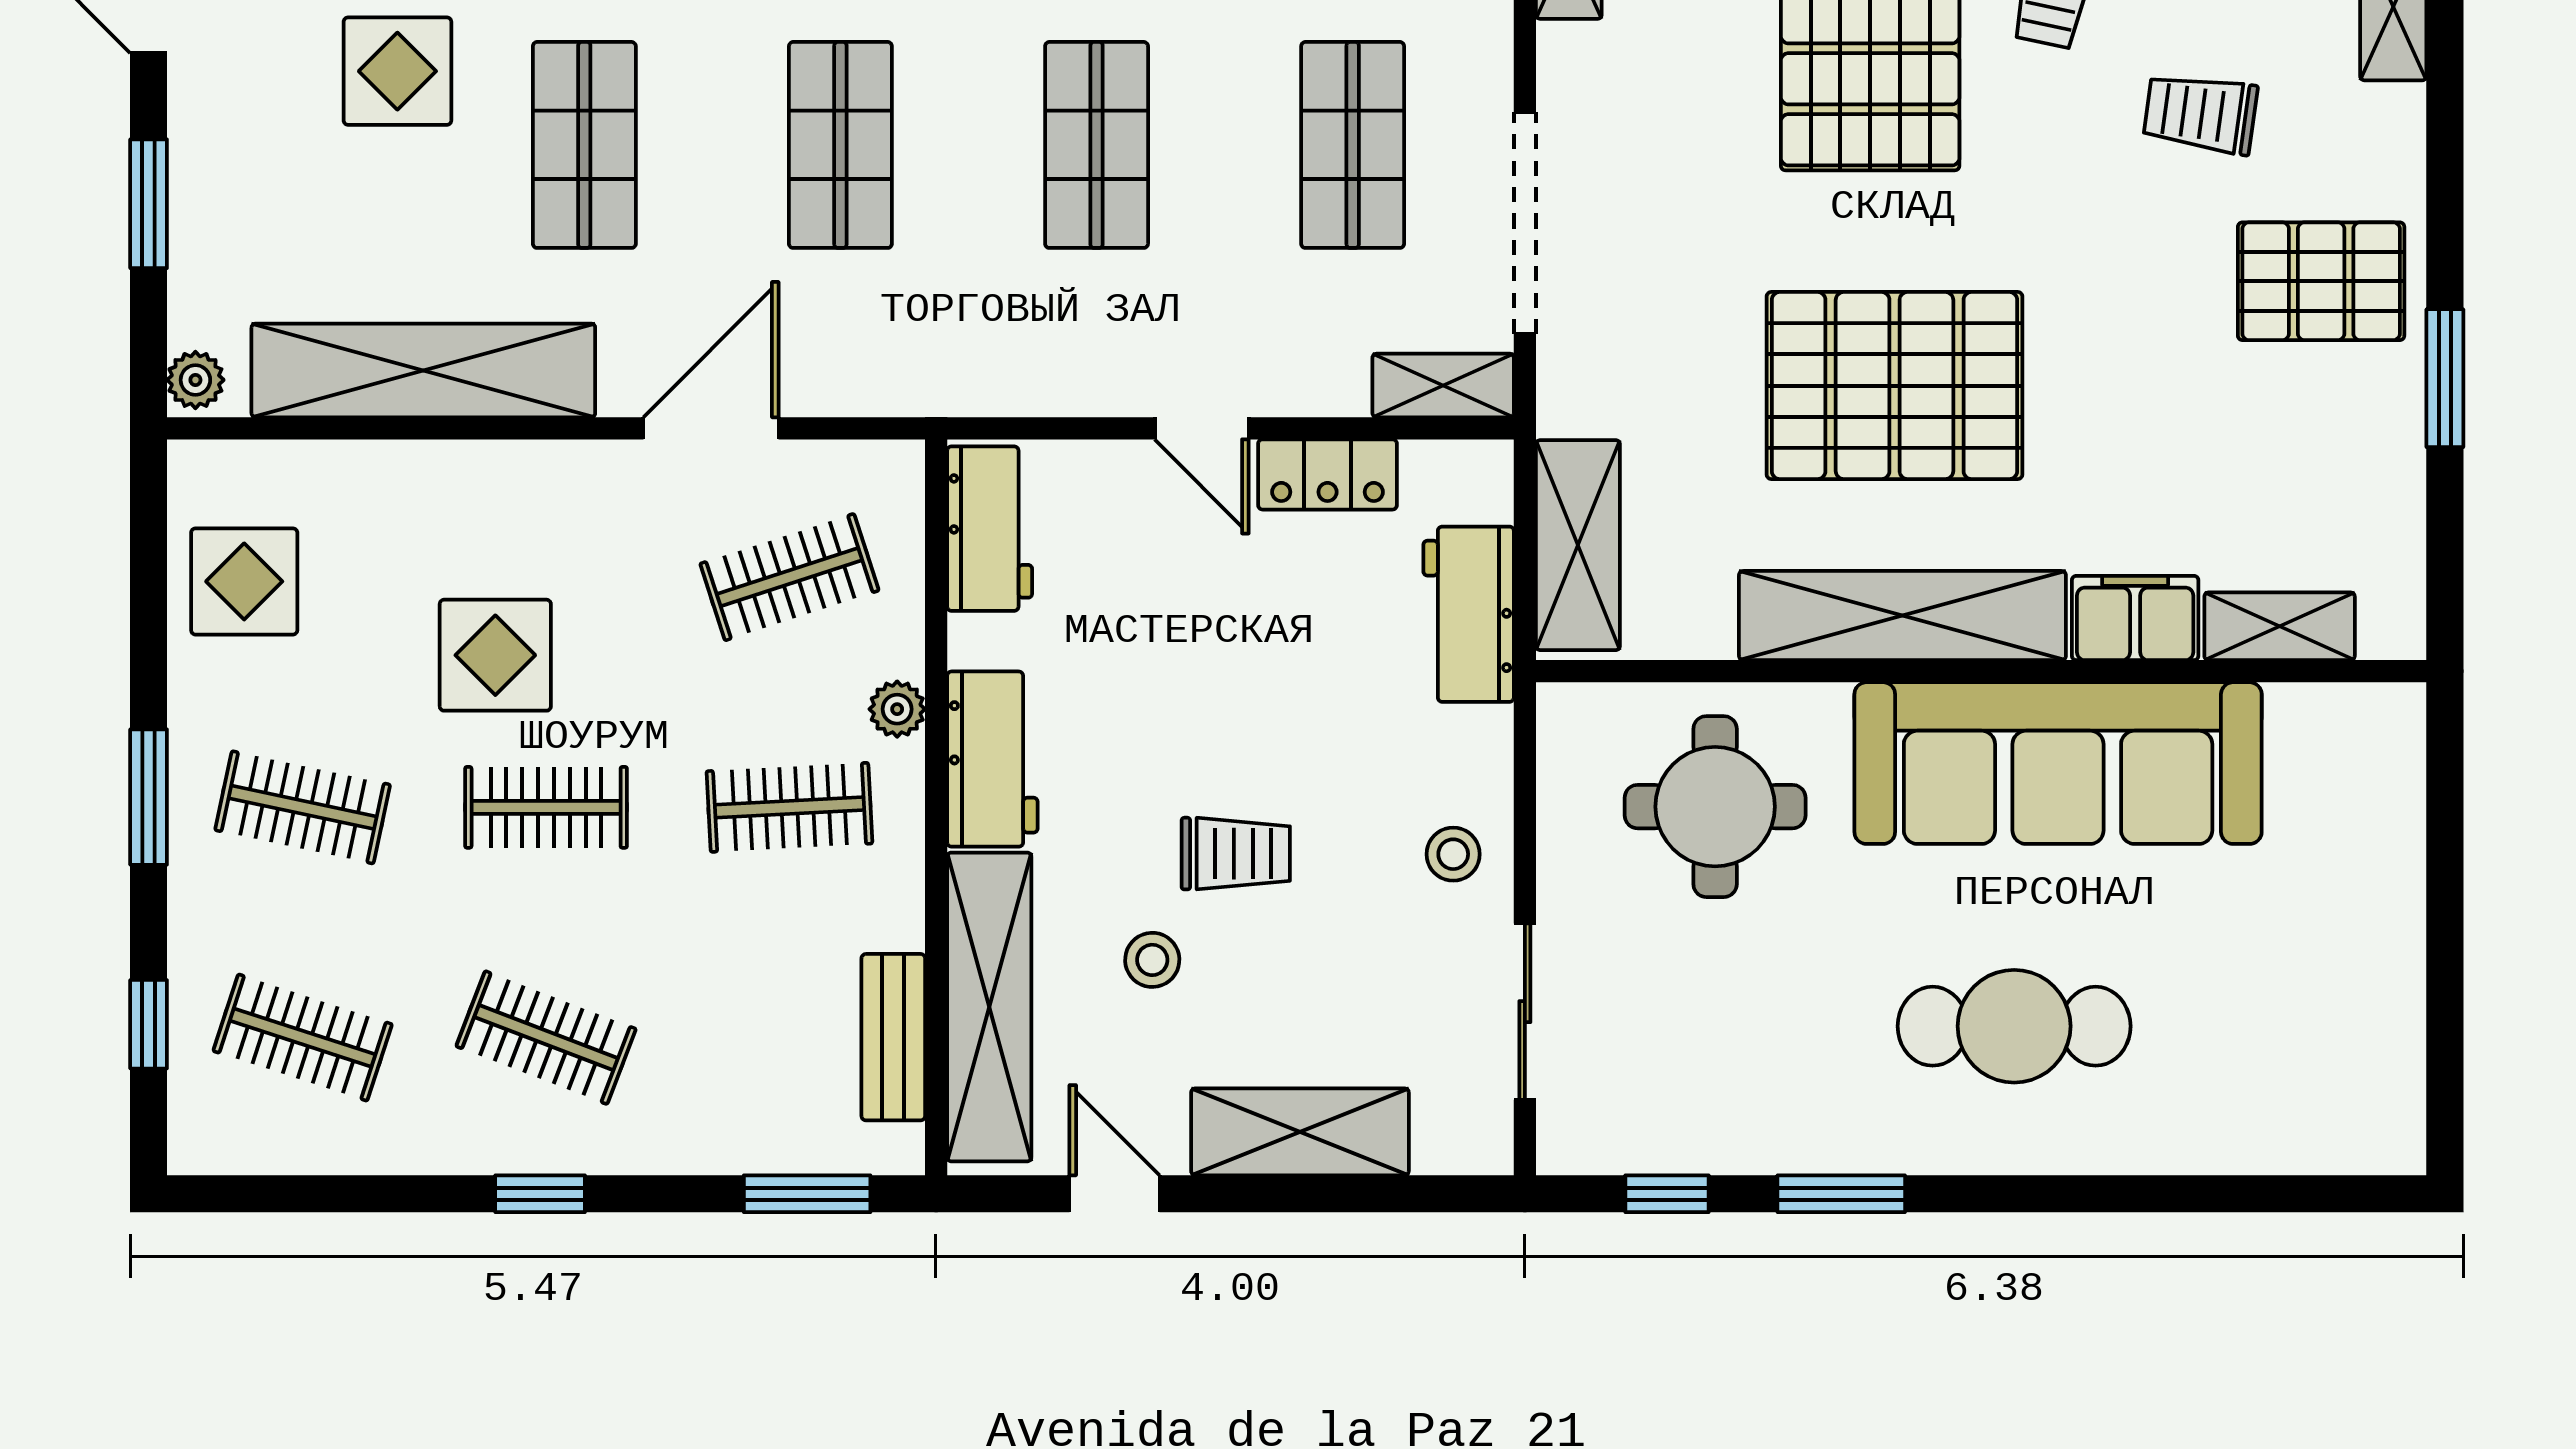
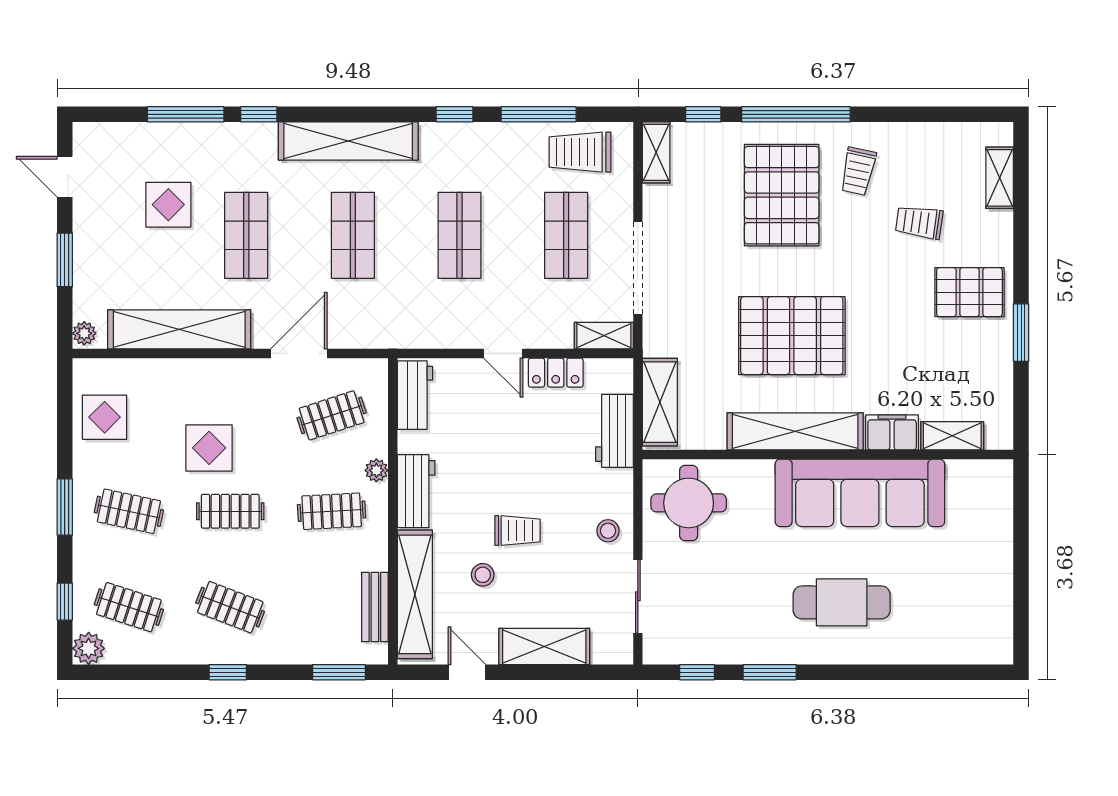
round table: (1715, 807) -> (689, 503), moved
plant: (206, 1137) -> (89, 648), added

